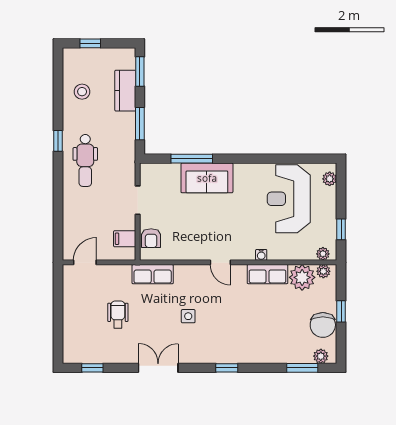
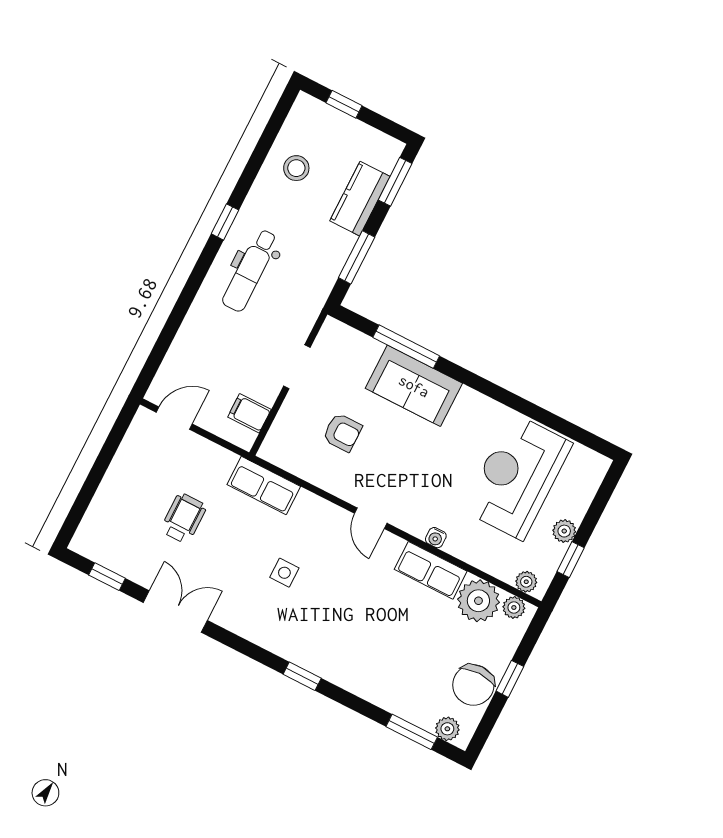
plant: (330, 179) -> (564, 531), moved
armchair: (151, 238) -> (342, 432), moved, turned -90
double door: (158, 368) -> (175, 612), moved

